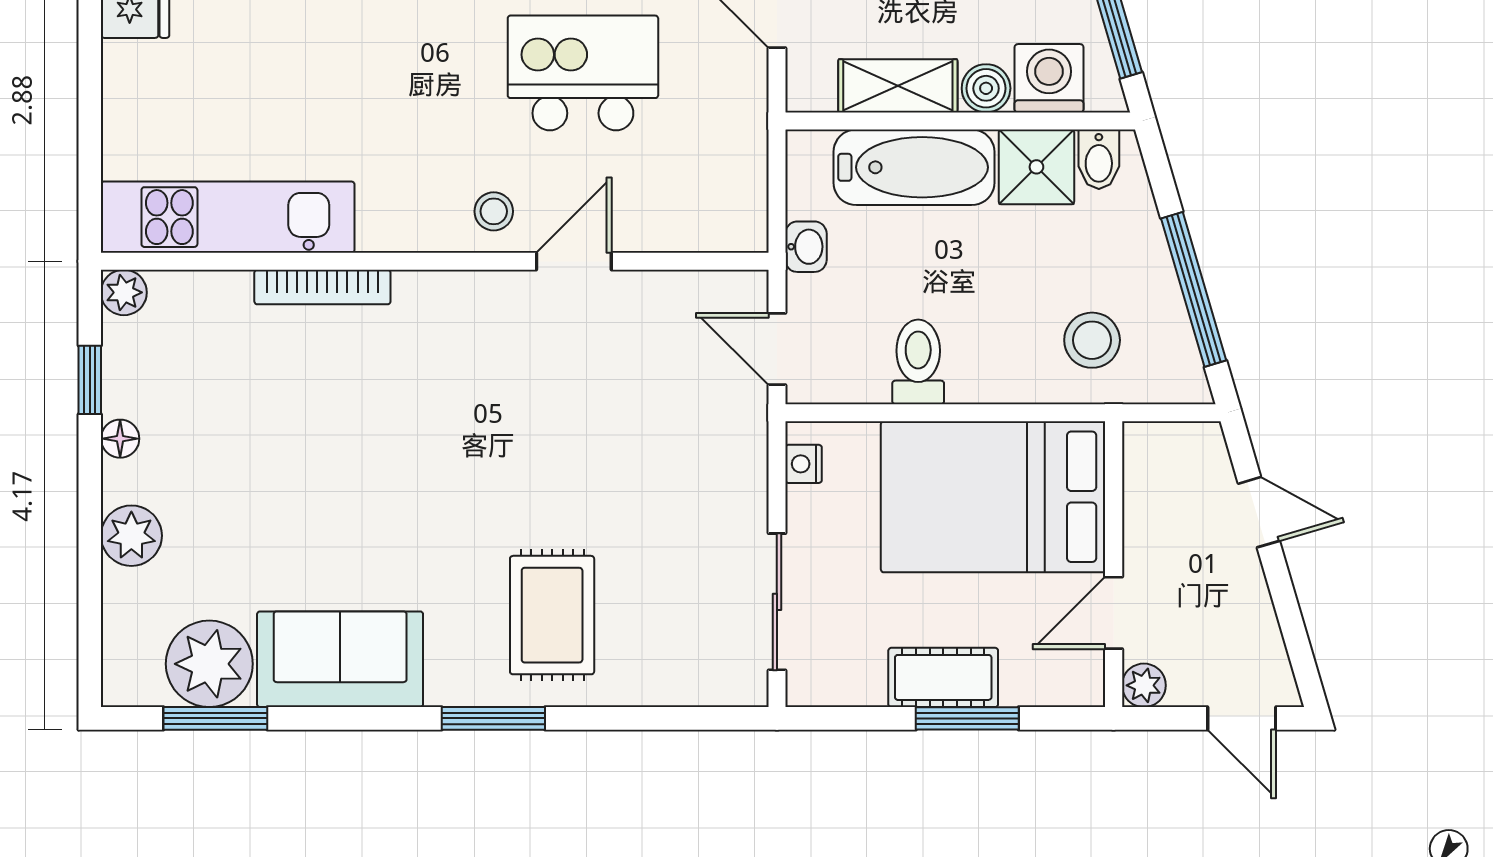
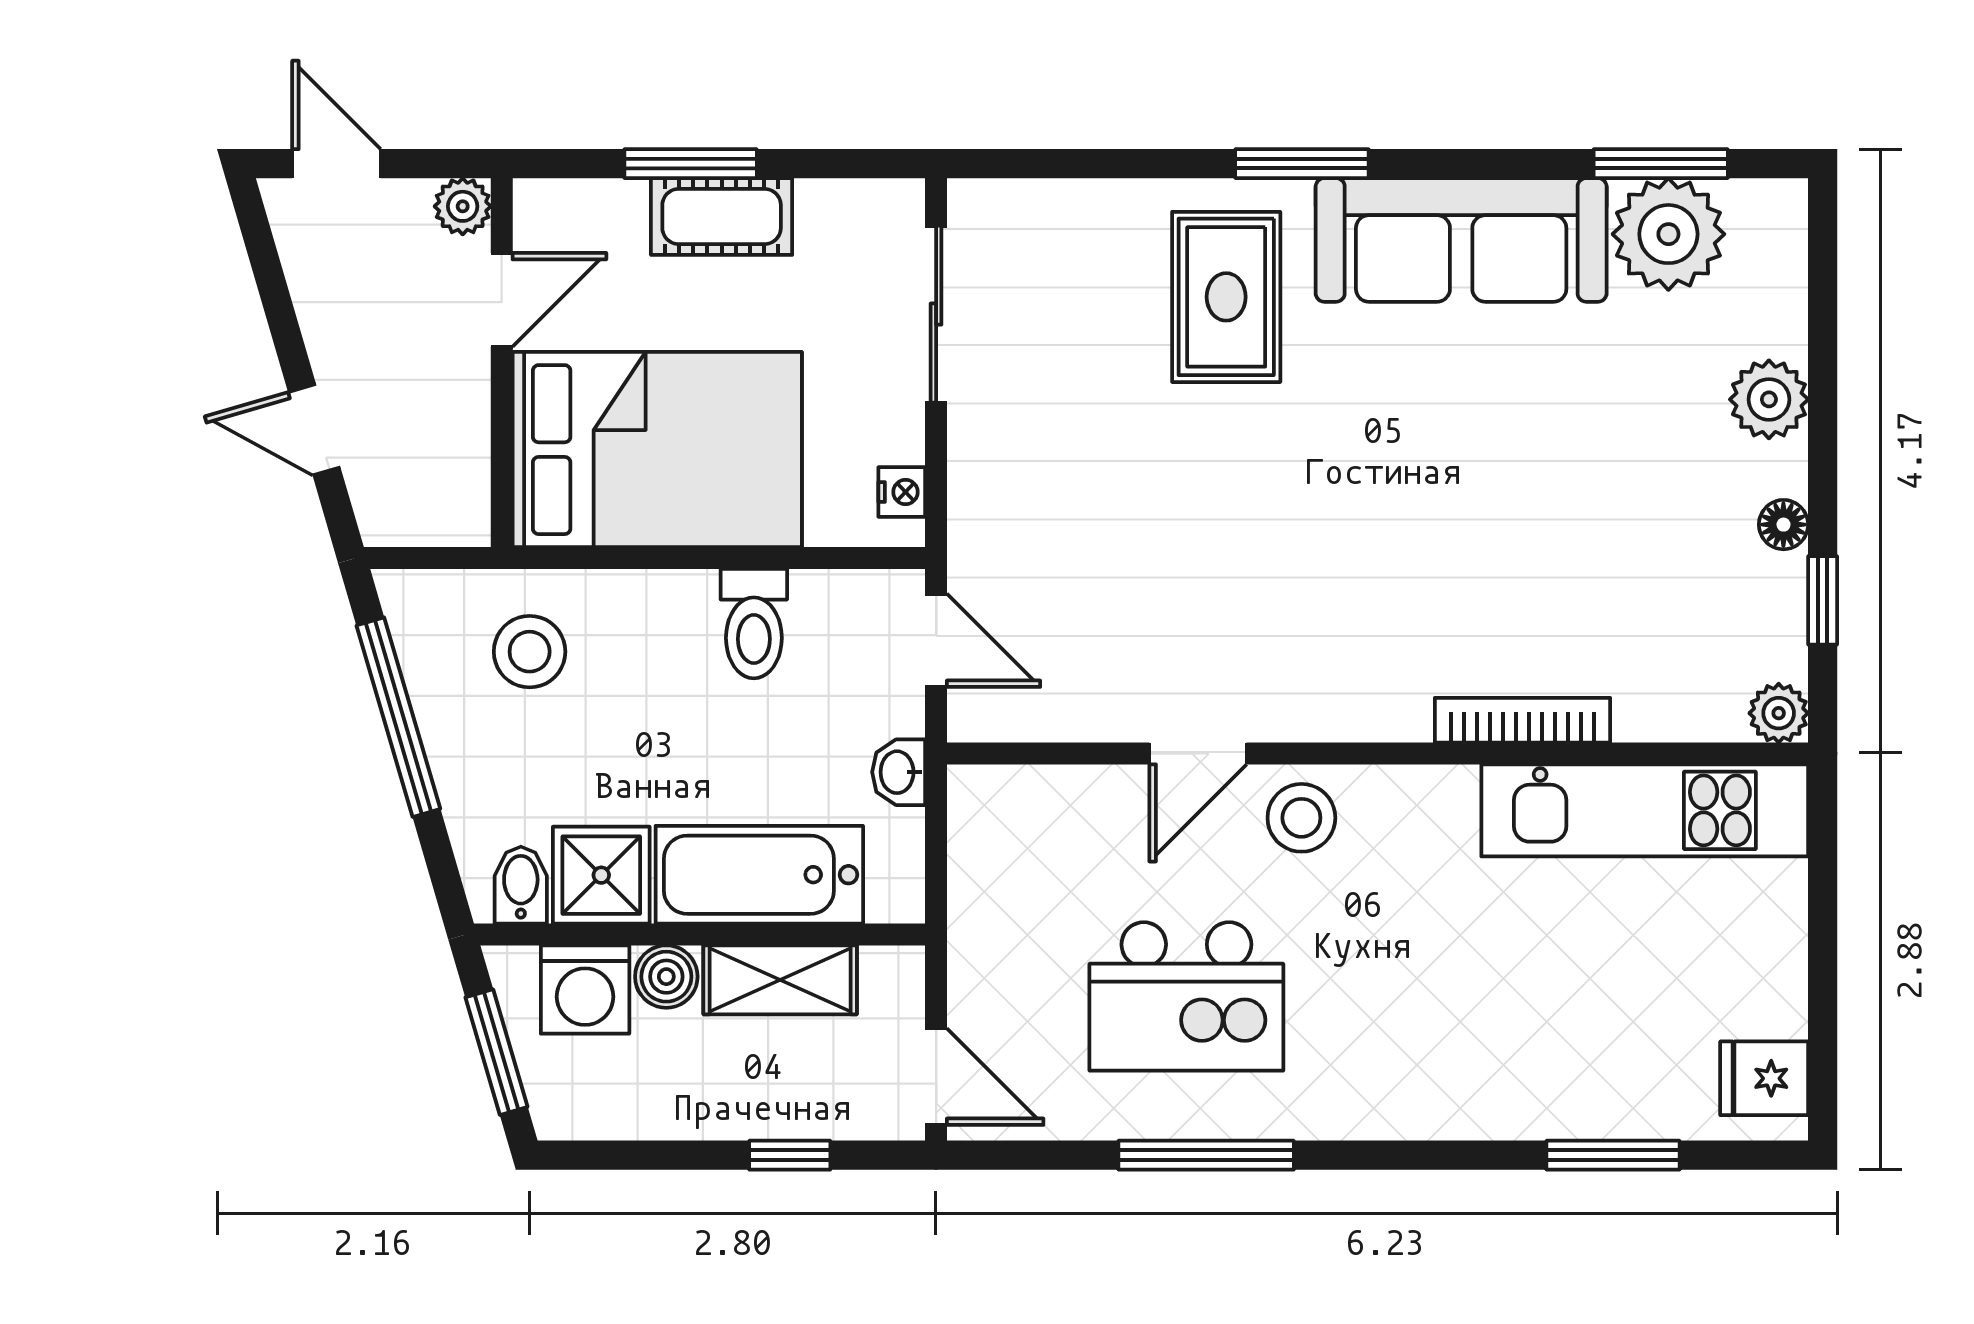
stool: (494, 211) -> (1301, 818), width x1.37, depth x1.37
sofa: (340, 659) -> (1461, 240), width x1.36

